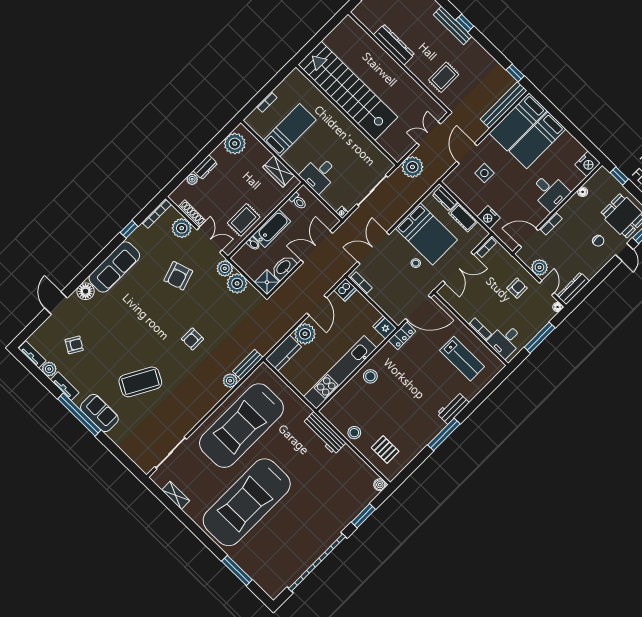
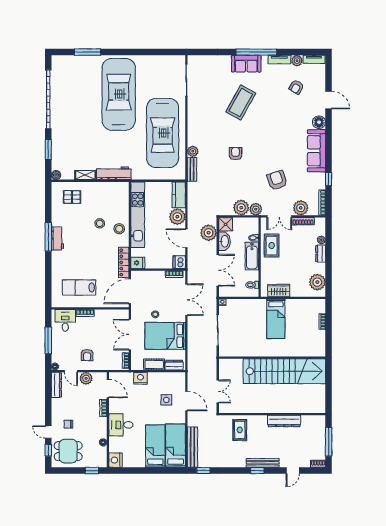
bed: (290, 130) -> (276, 319), moved
plant: (412, 167) -> (209, 233), moved
desk: (319, 174) -> (255, 311), removed
door: (529, 238) -> (108, 389), hinge flipped
locker: (402, 336) -> (124, 262), width x1.53
workbench: (453, 408) -> (57, 238), moved
car: (241, 426) -> (163, 133), turned 180
stool: (354, 433) -> (100, 223), moved
shelving: (176, 495) -> (85, 175), moved

